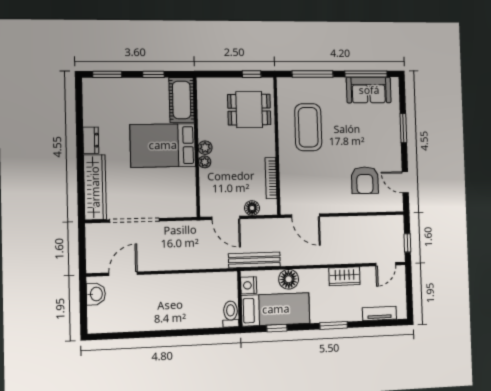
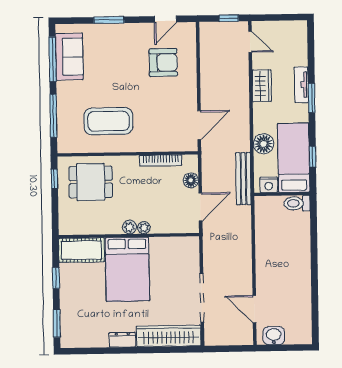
dining table: (249, 110) -> (91, 182), turned 90
tv unit: (379, 313) -> (301, 85), moved

